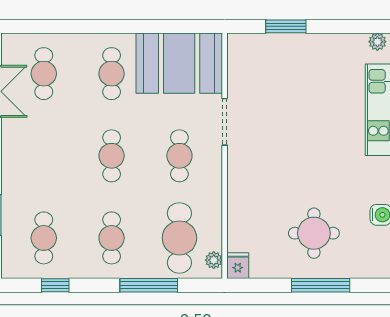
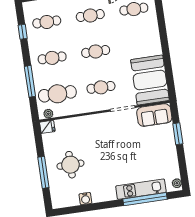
sofa: (245, 65) -> (154, 115), added
cafe table: (112, 74) -> (90, 16), moved

